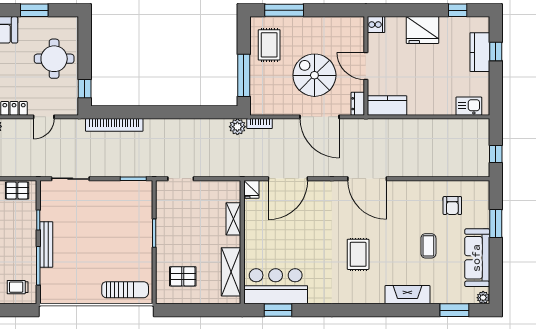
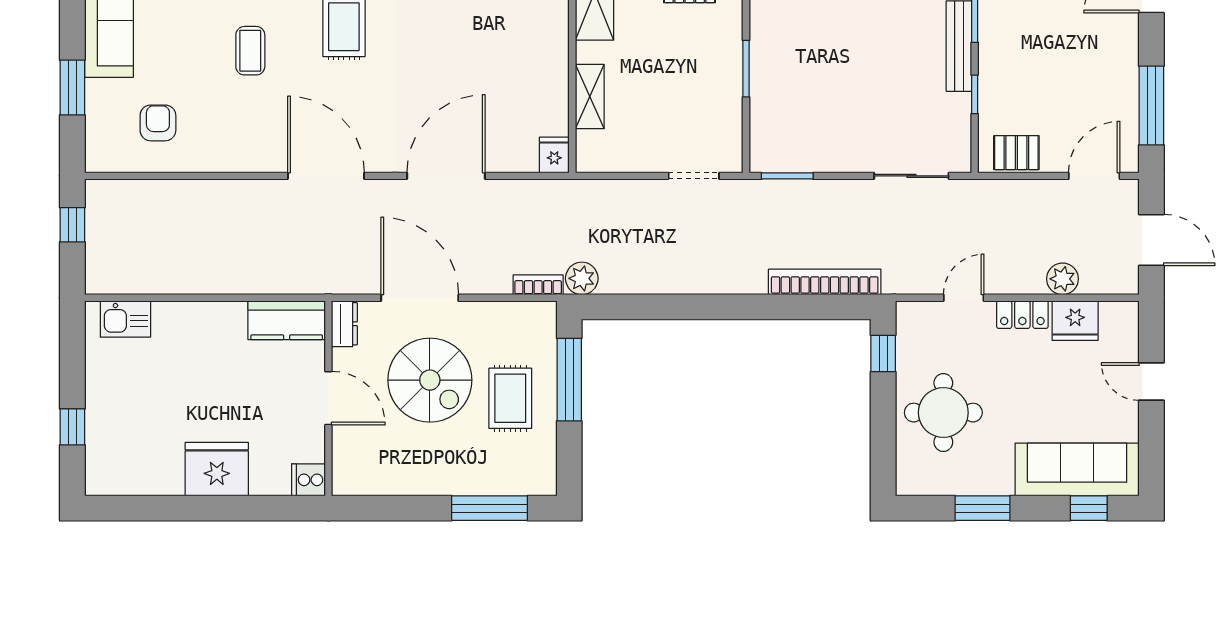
window: (458, 10) -> (147, 508), removed
rug: (269, 45) -> (510, 398), moved
kitchen counter: (480, 52) -> (104, 426), removed
door: (288, 179) -> (446, 176), moved
coffee table: (428, 246) -> (250, 51), moved

